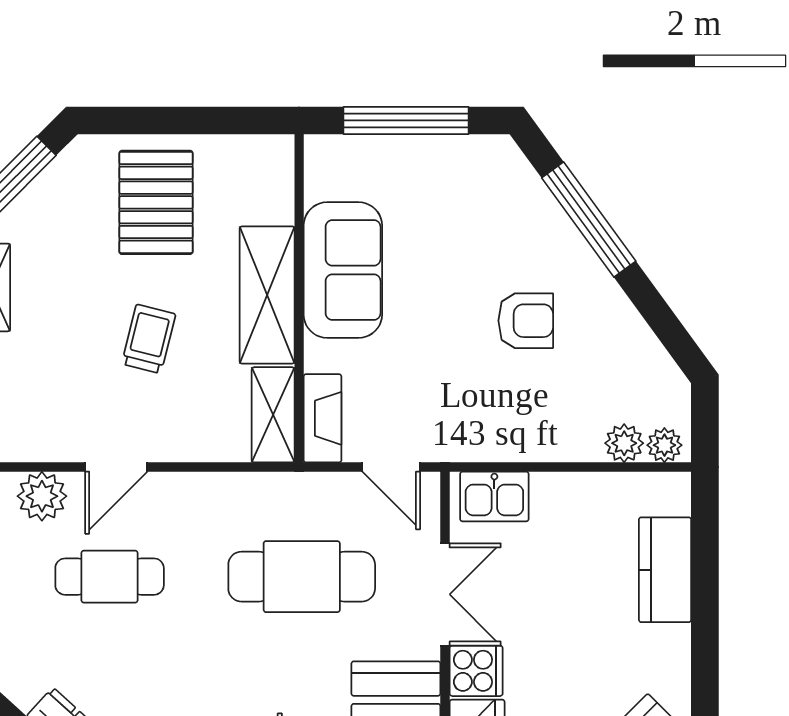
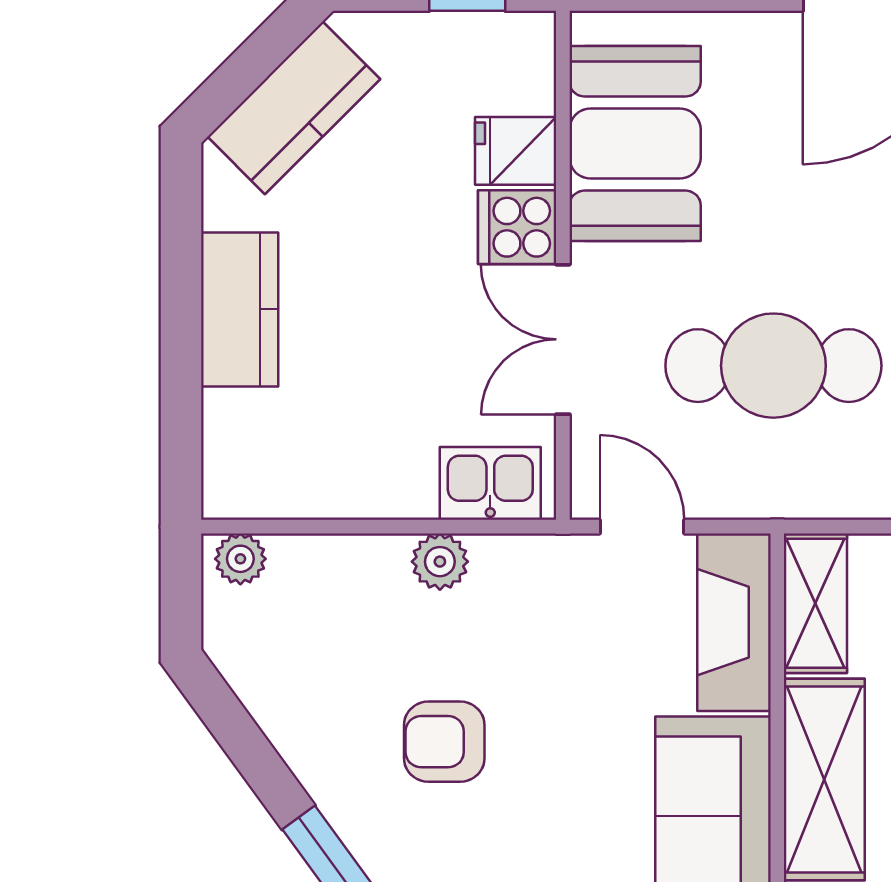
fireplace: (323, 418) -> (734, 622), width x1.37, depth x1.32
plant: (624, 443) -> (440, 562), moved
kitchen counter: (665, 570) -> (240, 309), moved

